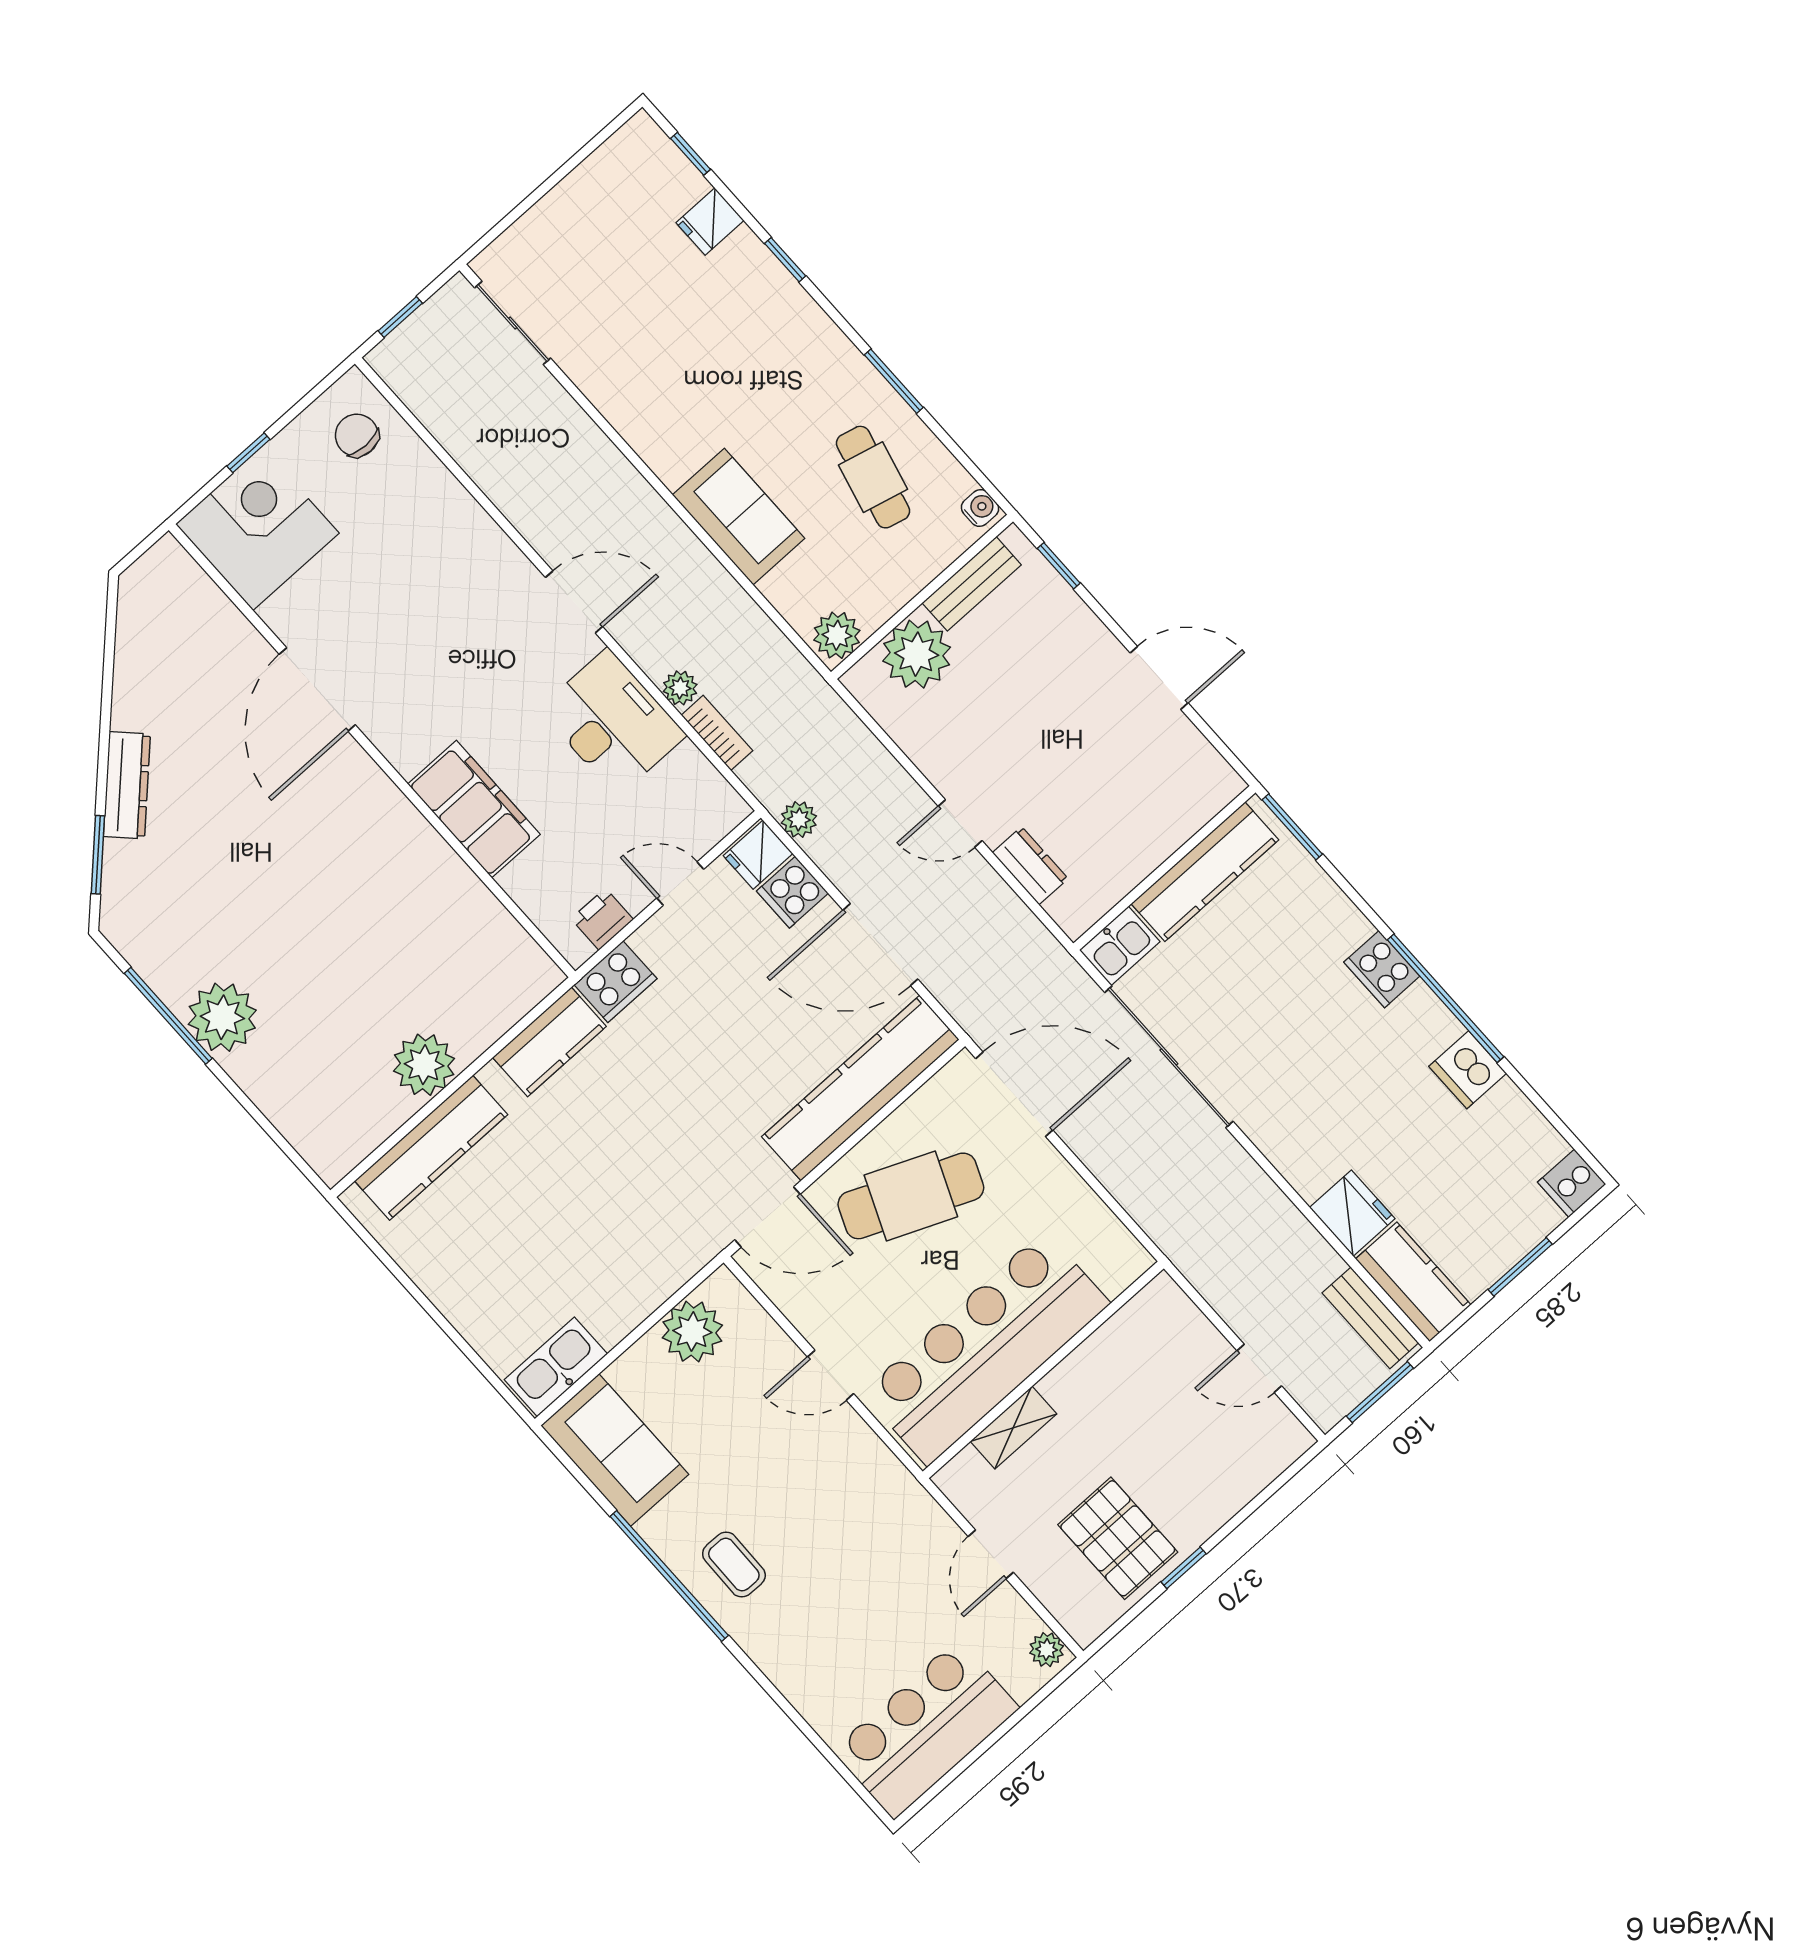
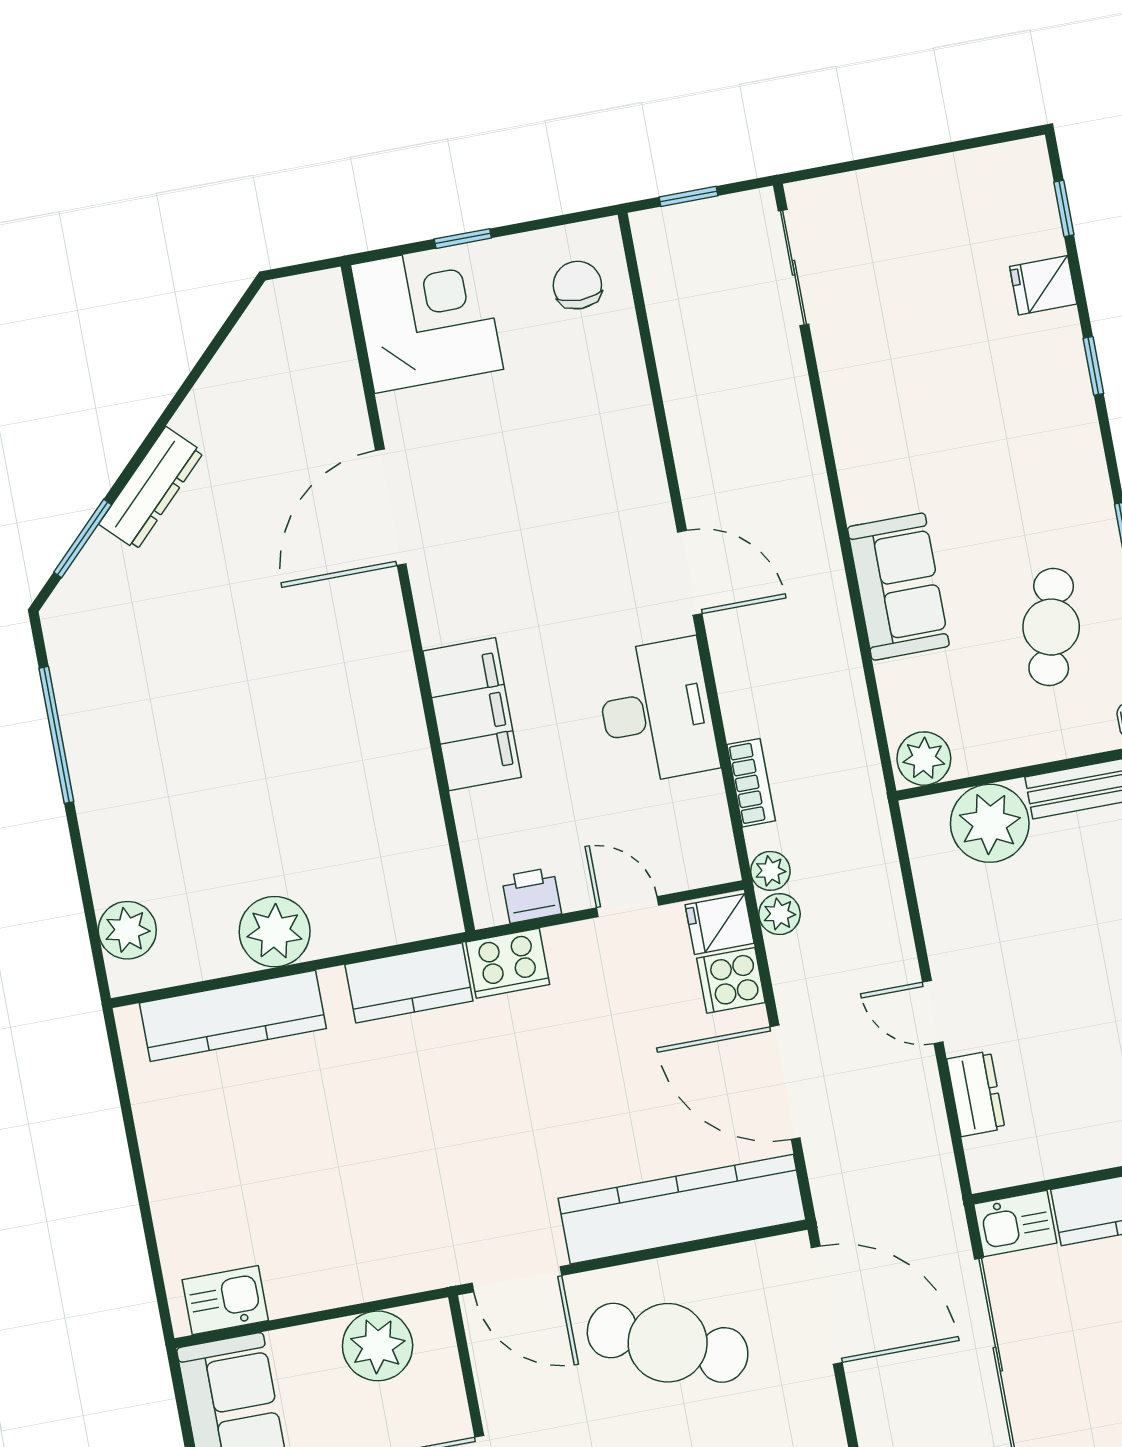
plant: (680, 688) -> (770, 871), moved
plant: (222, 1017) -> (127, 930), moved, width x0.73, depth x0.73
kitchen sink: (556, 1367) -> (225, 1300), width x0.73

